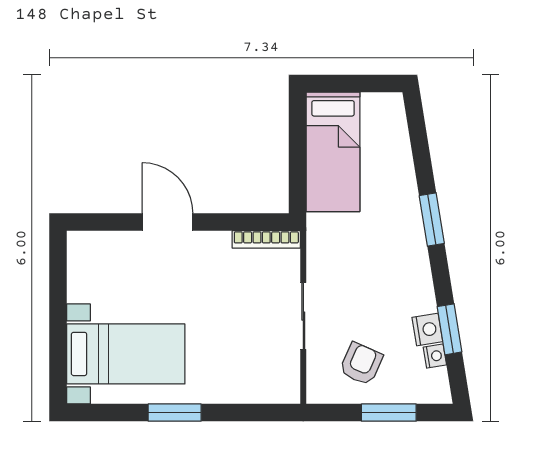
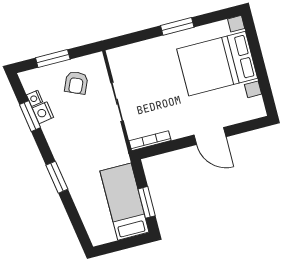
window: (297, 141) -> (147, 202), added
bed with nightstands: (126, 354) -> (217, 64), width x1.36

